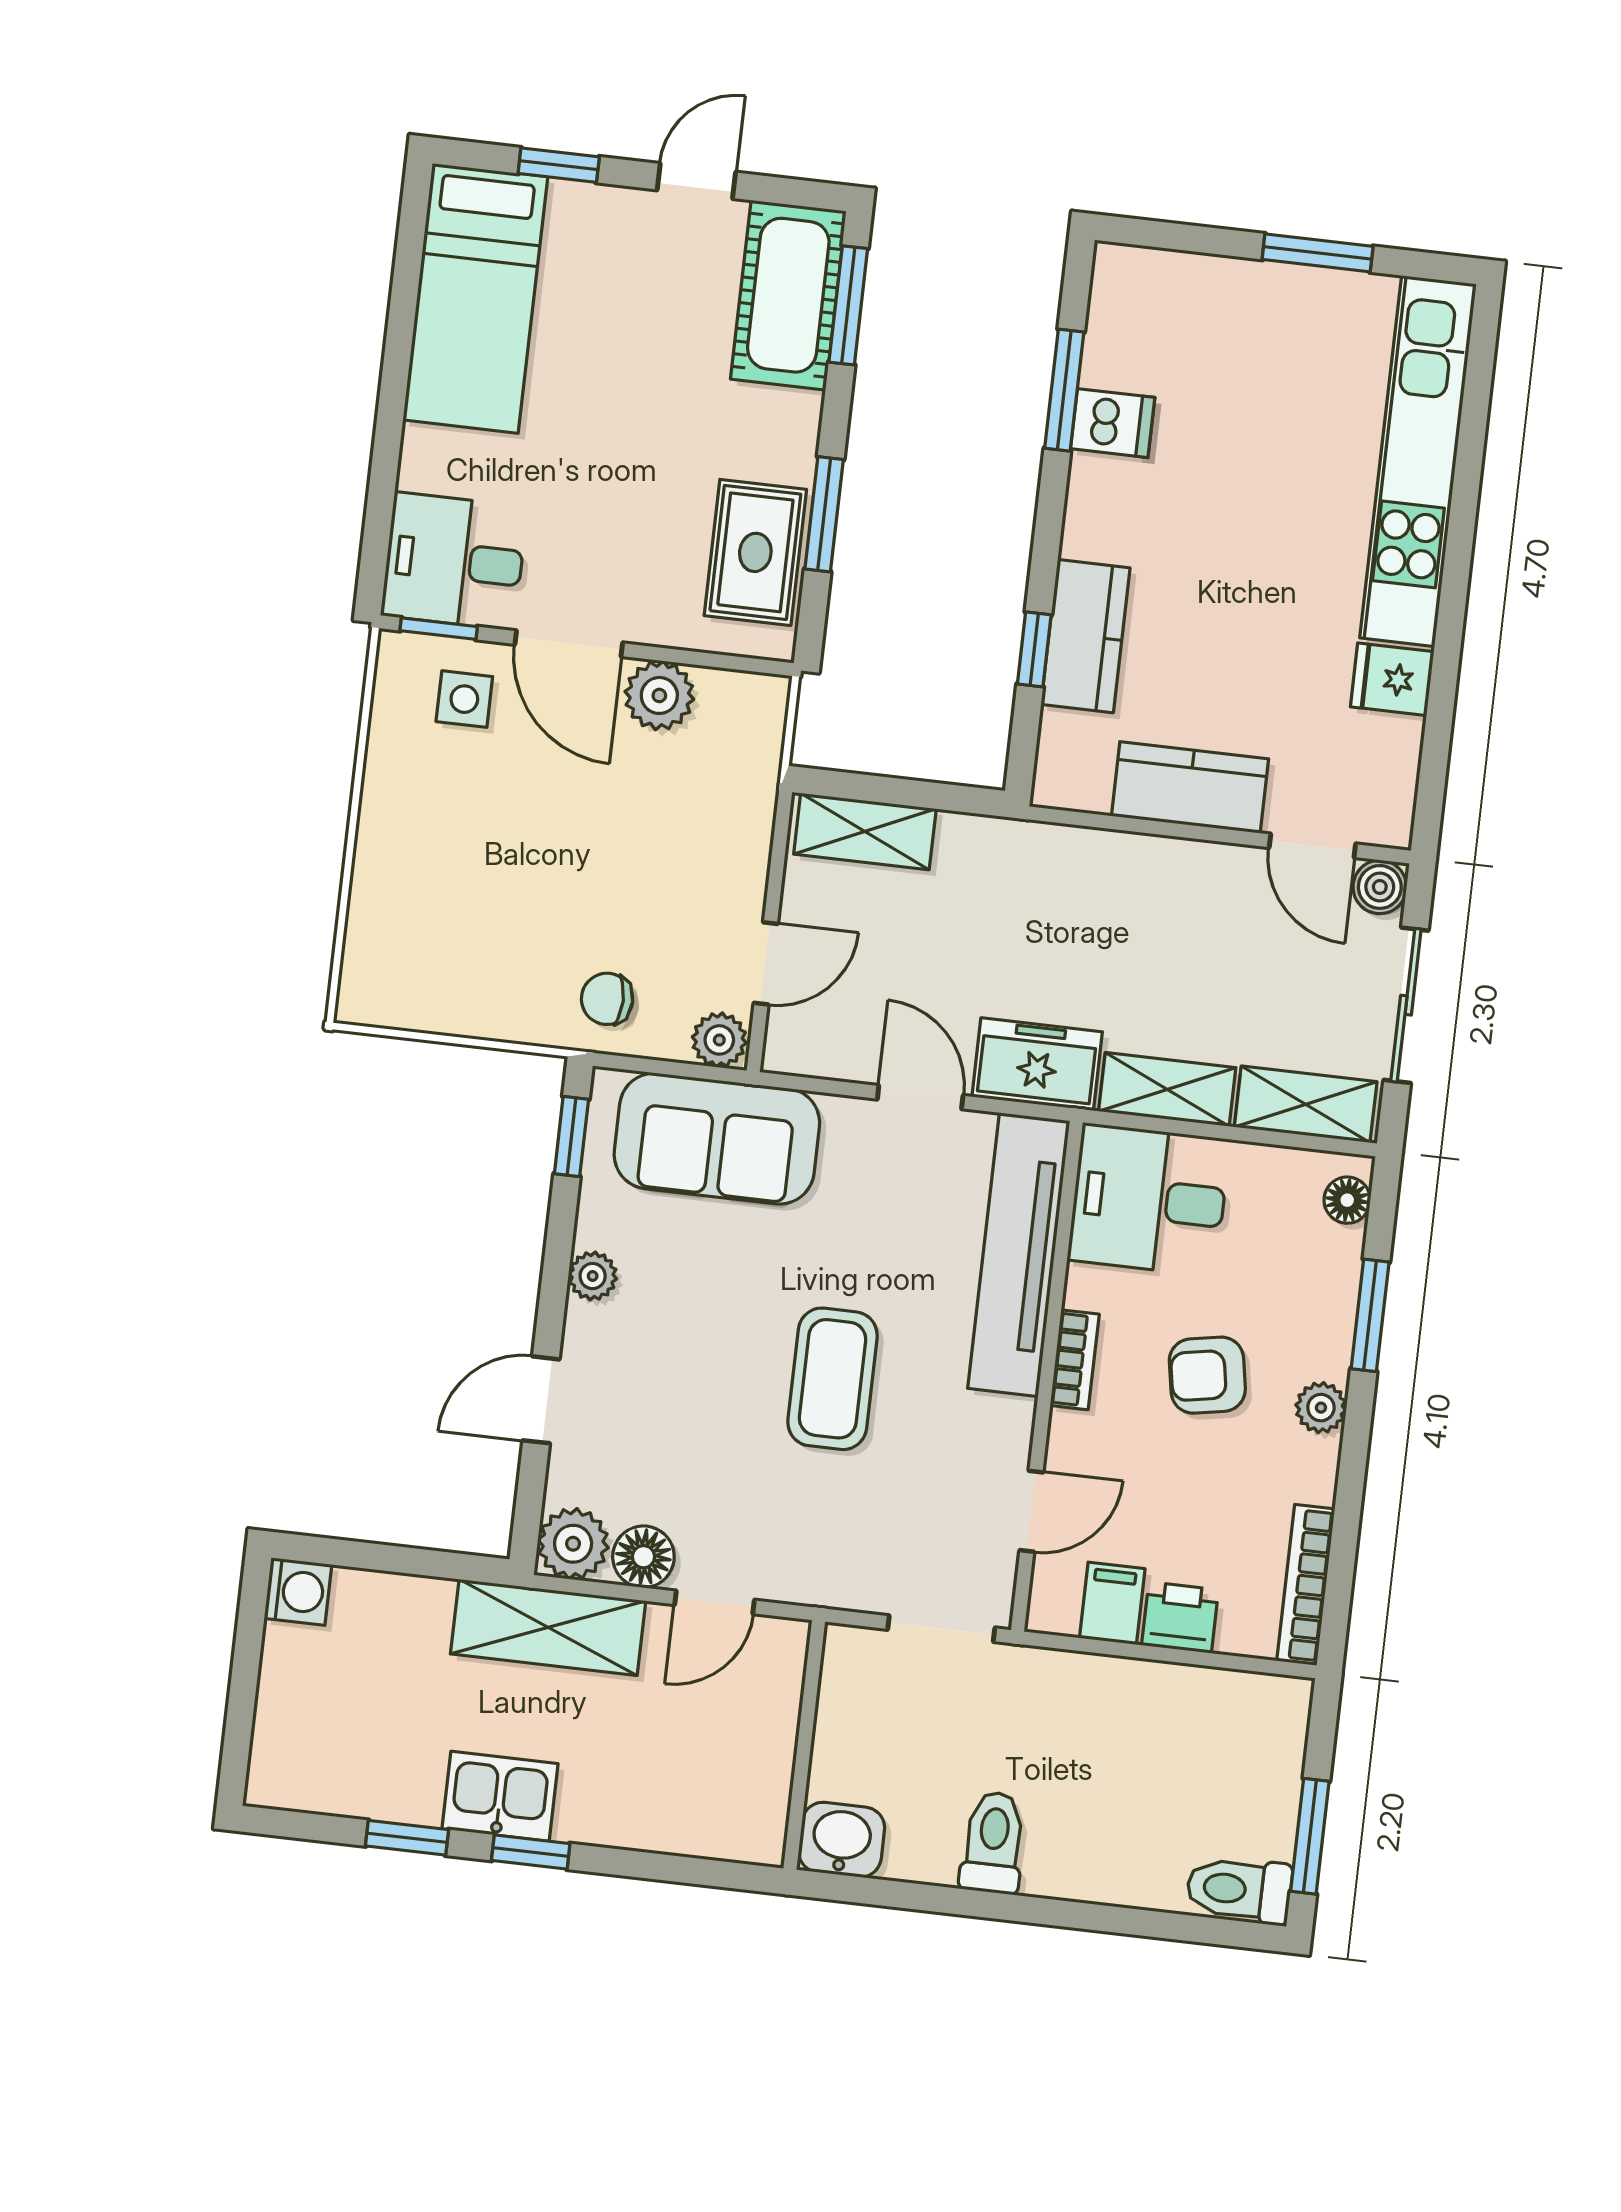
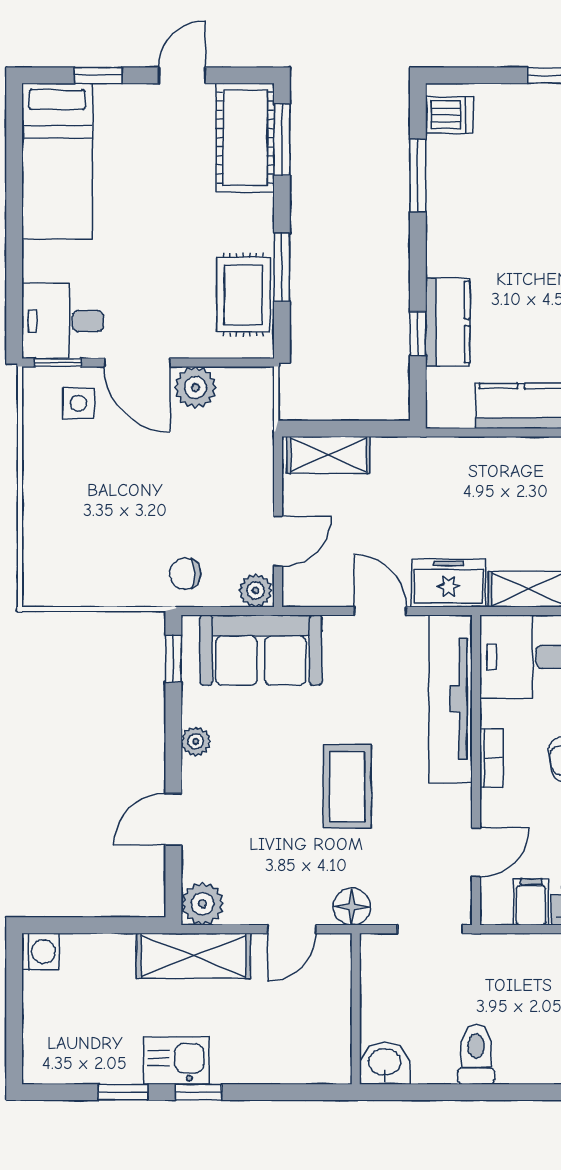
dishwasher: (1113, 423) -> (449, 115), moved
floor lamp: (643, 1557) -> (352, 907), moved

